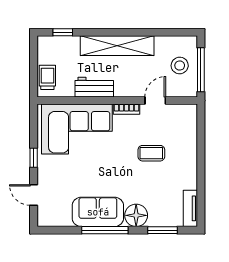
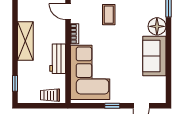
shelving: (117, 46) -> (25, 41), width x0.68
window: (105, 230) -> (168, 51), removed

